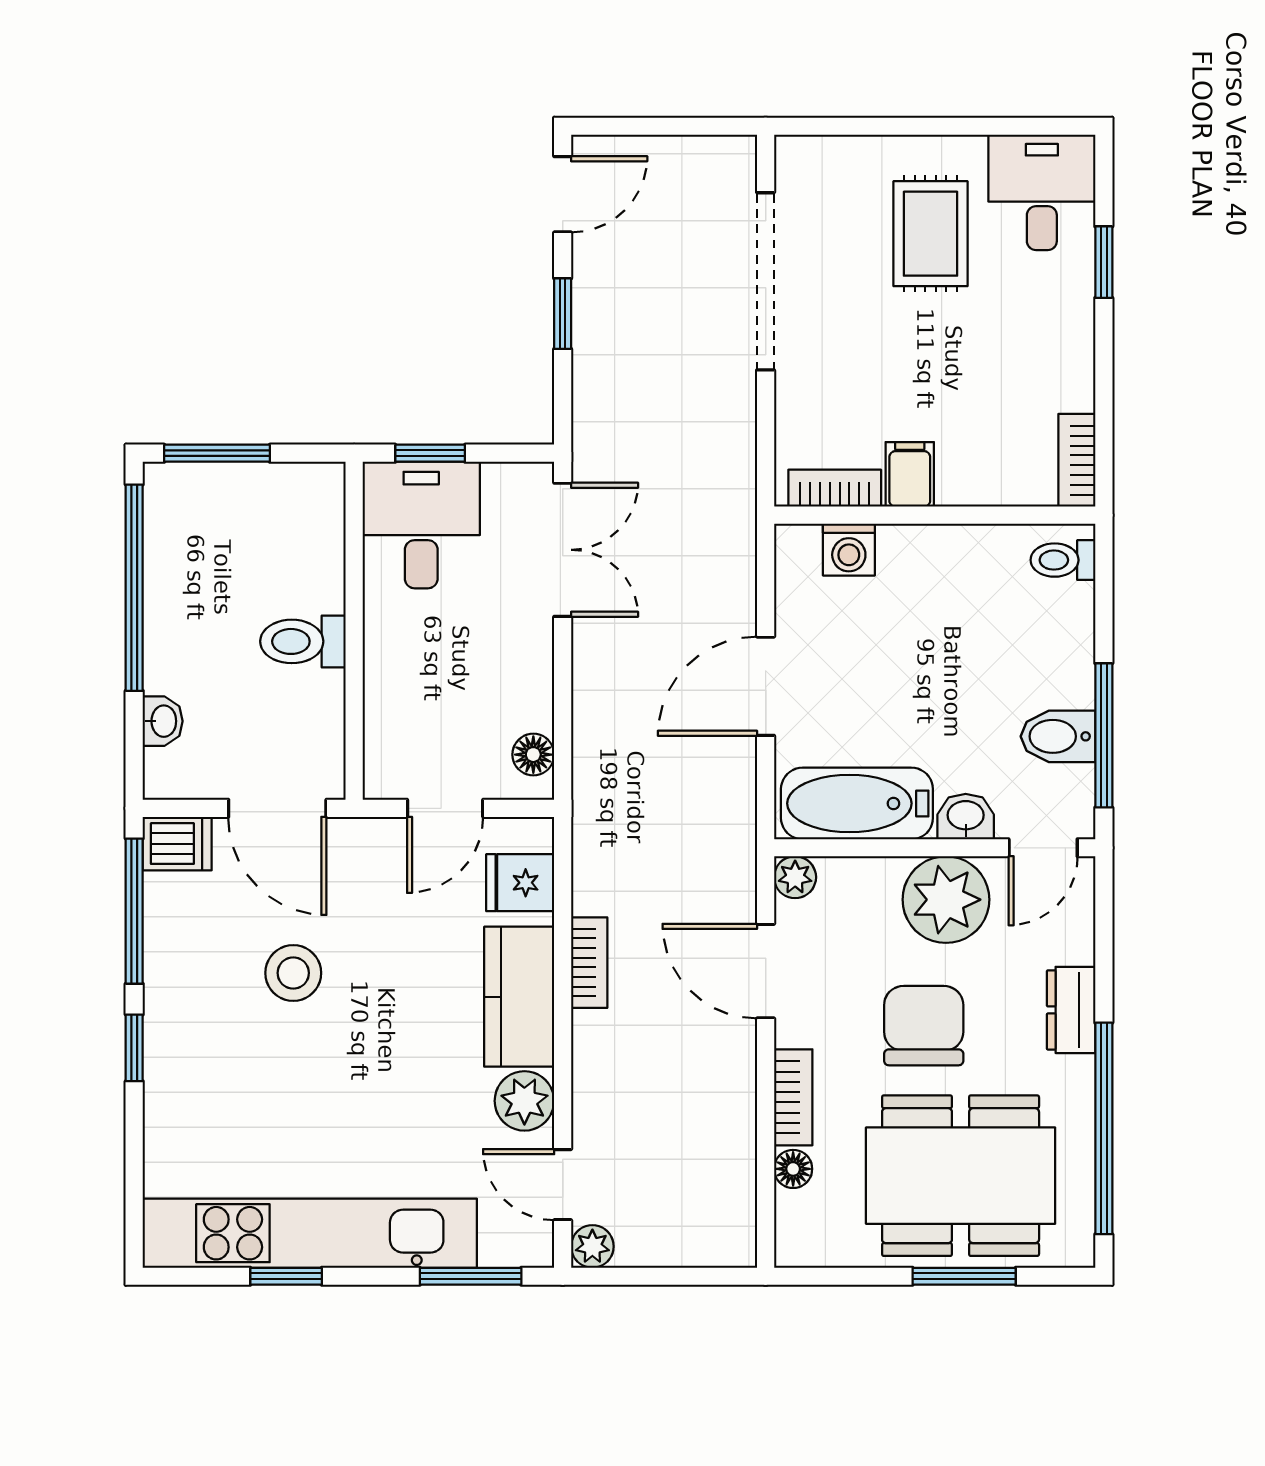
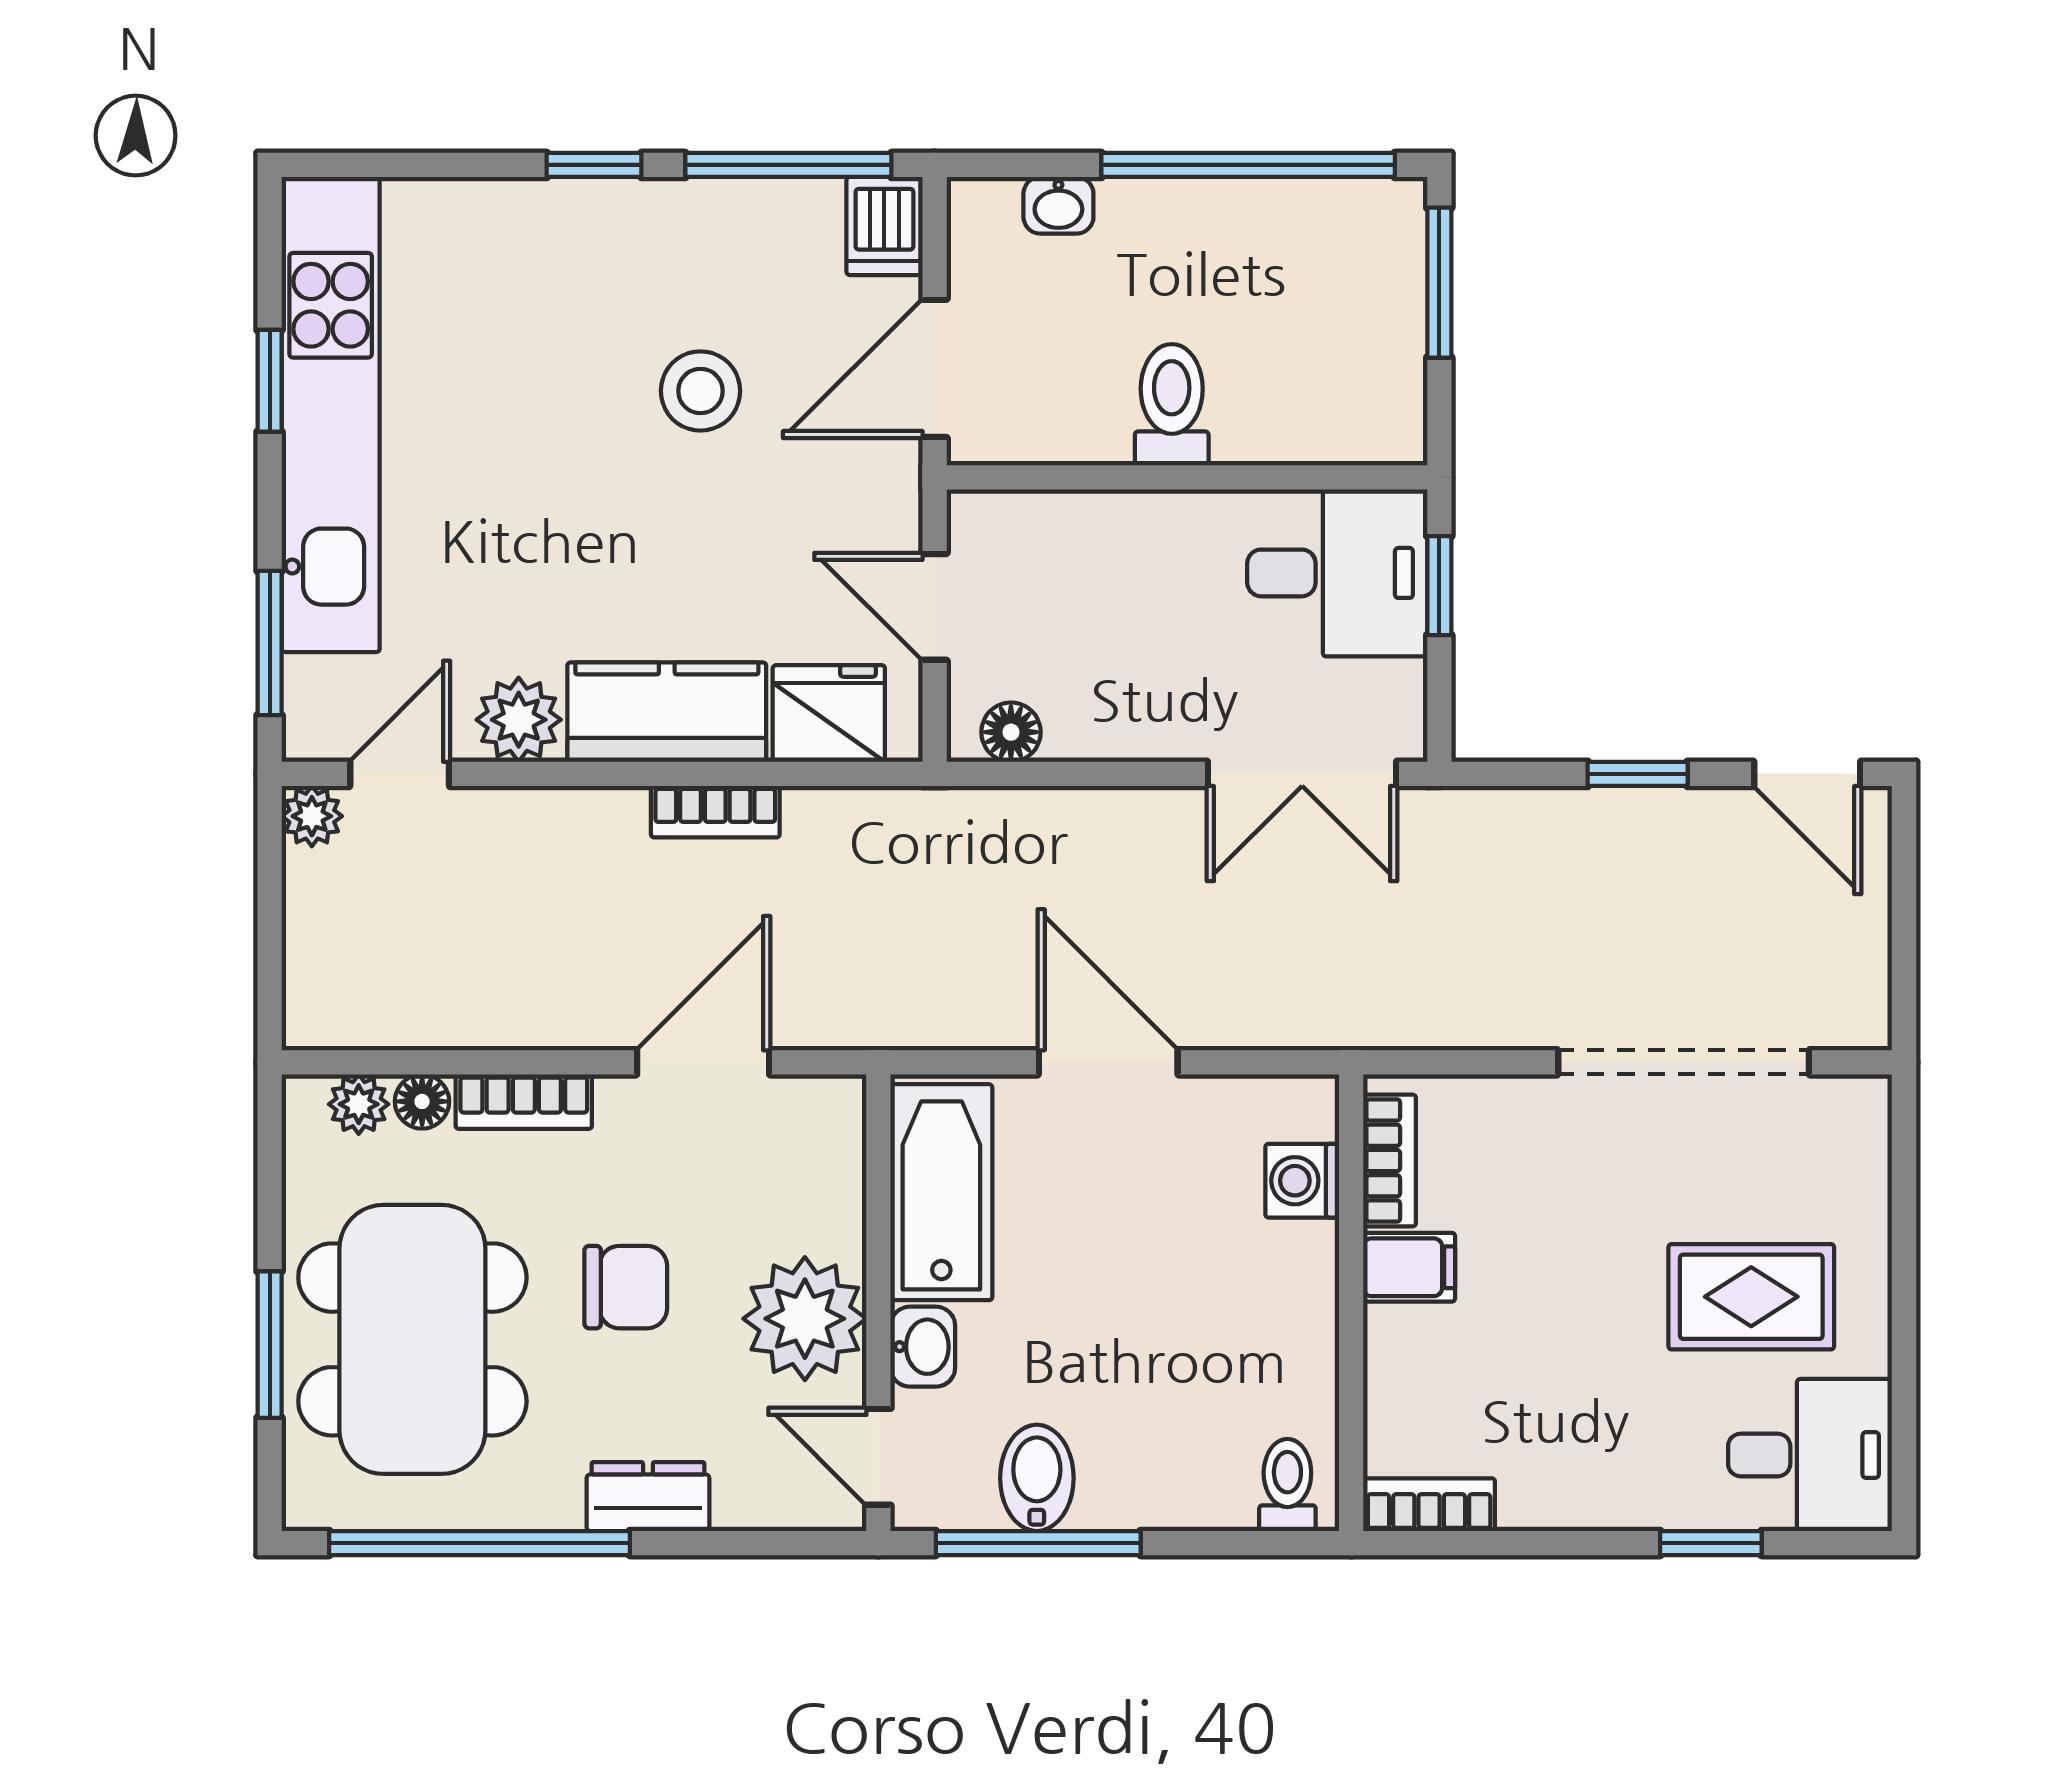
plant: (795, 877) -> (359, 1104), moved
fridge: (520, 883) -> (829, 714), width x1.38
chair: (924, 1026) -> (626, 1287), width x0.73, depth x0.73

